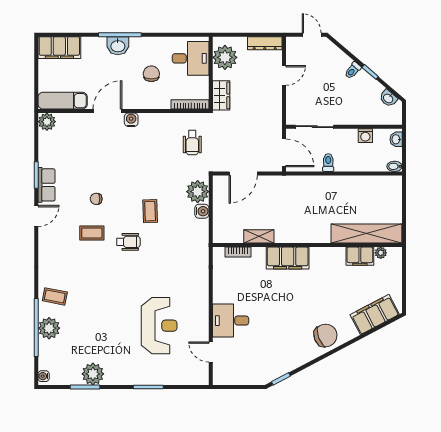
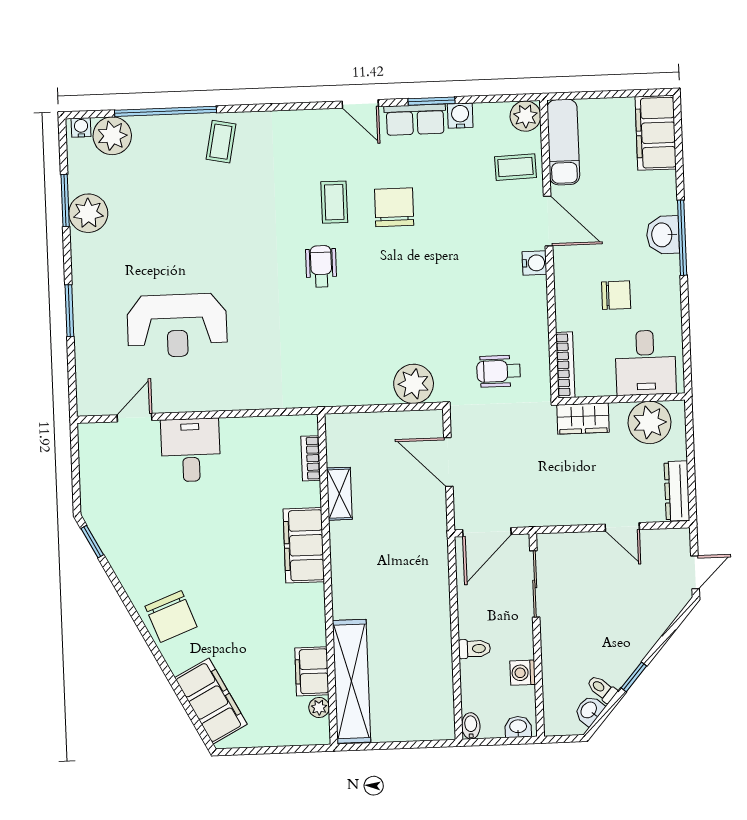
toilet: (353, 70) -> (602, 689), moved
toilet: (328, 163) -> (475, 649), moved
chair: (96, 199) -> (394, 207), width x1.87, depth x1.87
coffee table: (150, 211) -> (515, 167), moved
water cooler: (202, 211) -> (460, 116), moved, turned 180
wheelchair: (128, 242) -> (321, 266), turned 180
plant: (49, 328) -> (112, 136), moved

